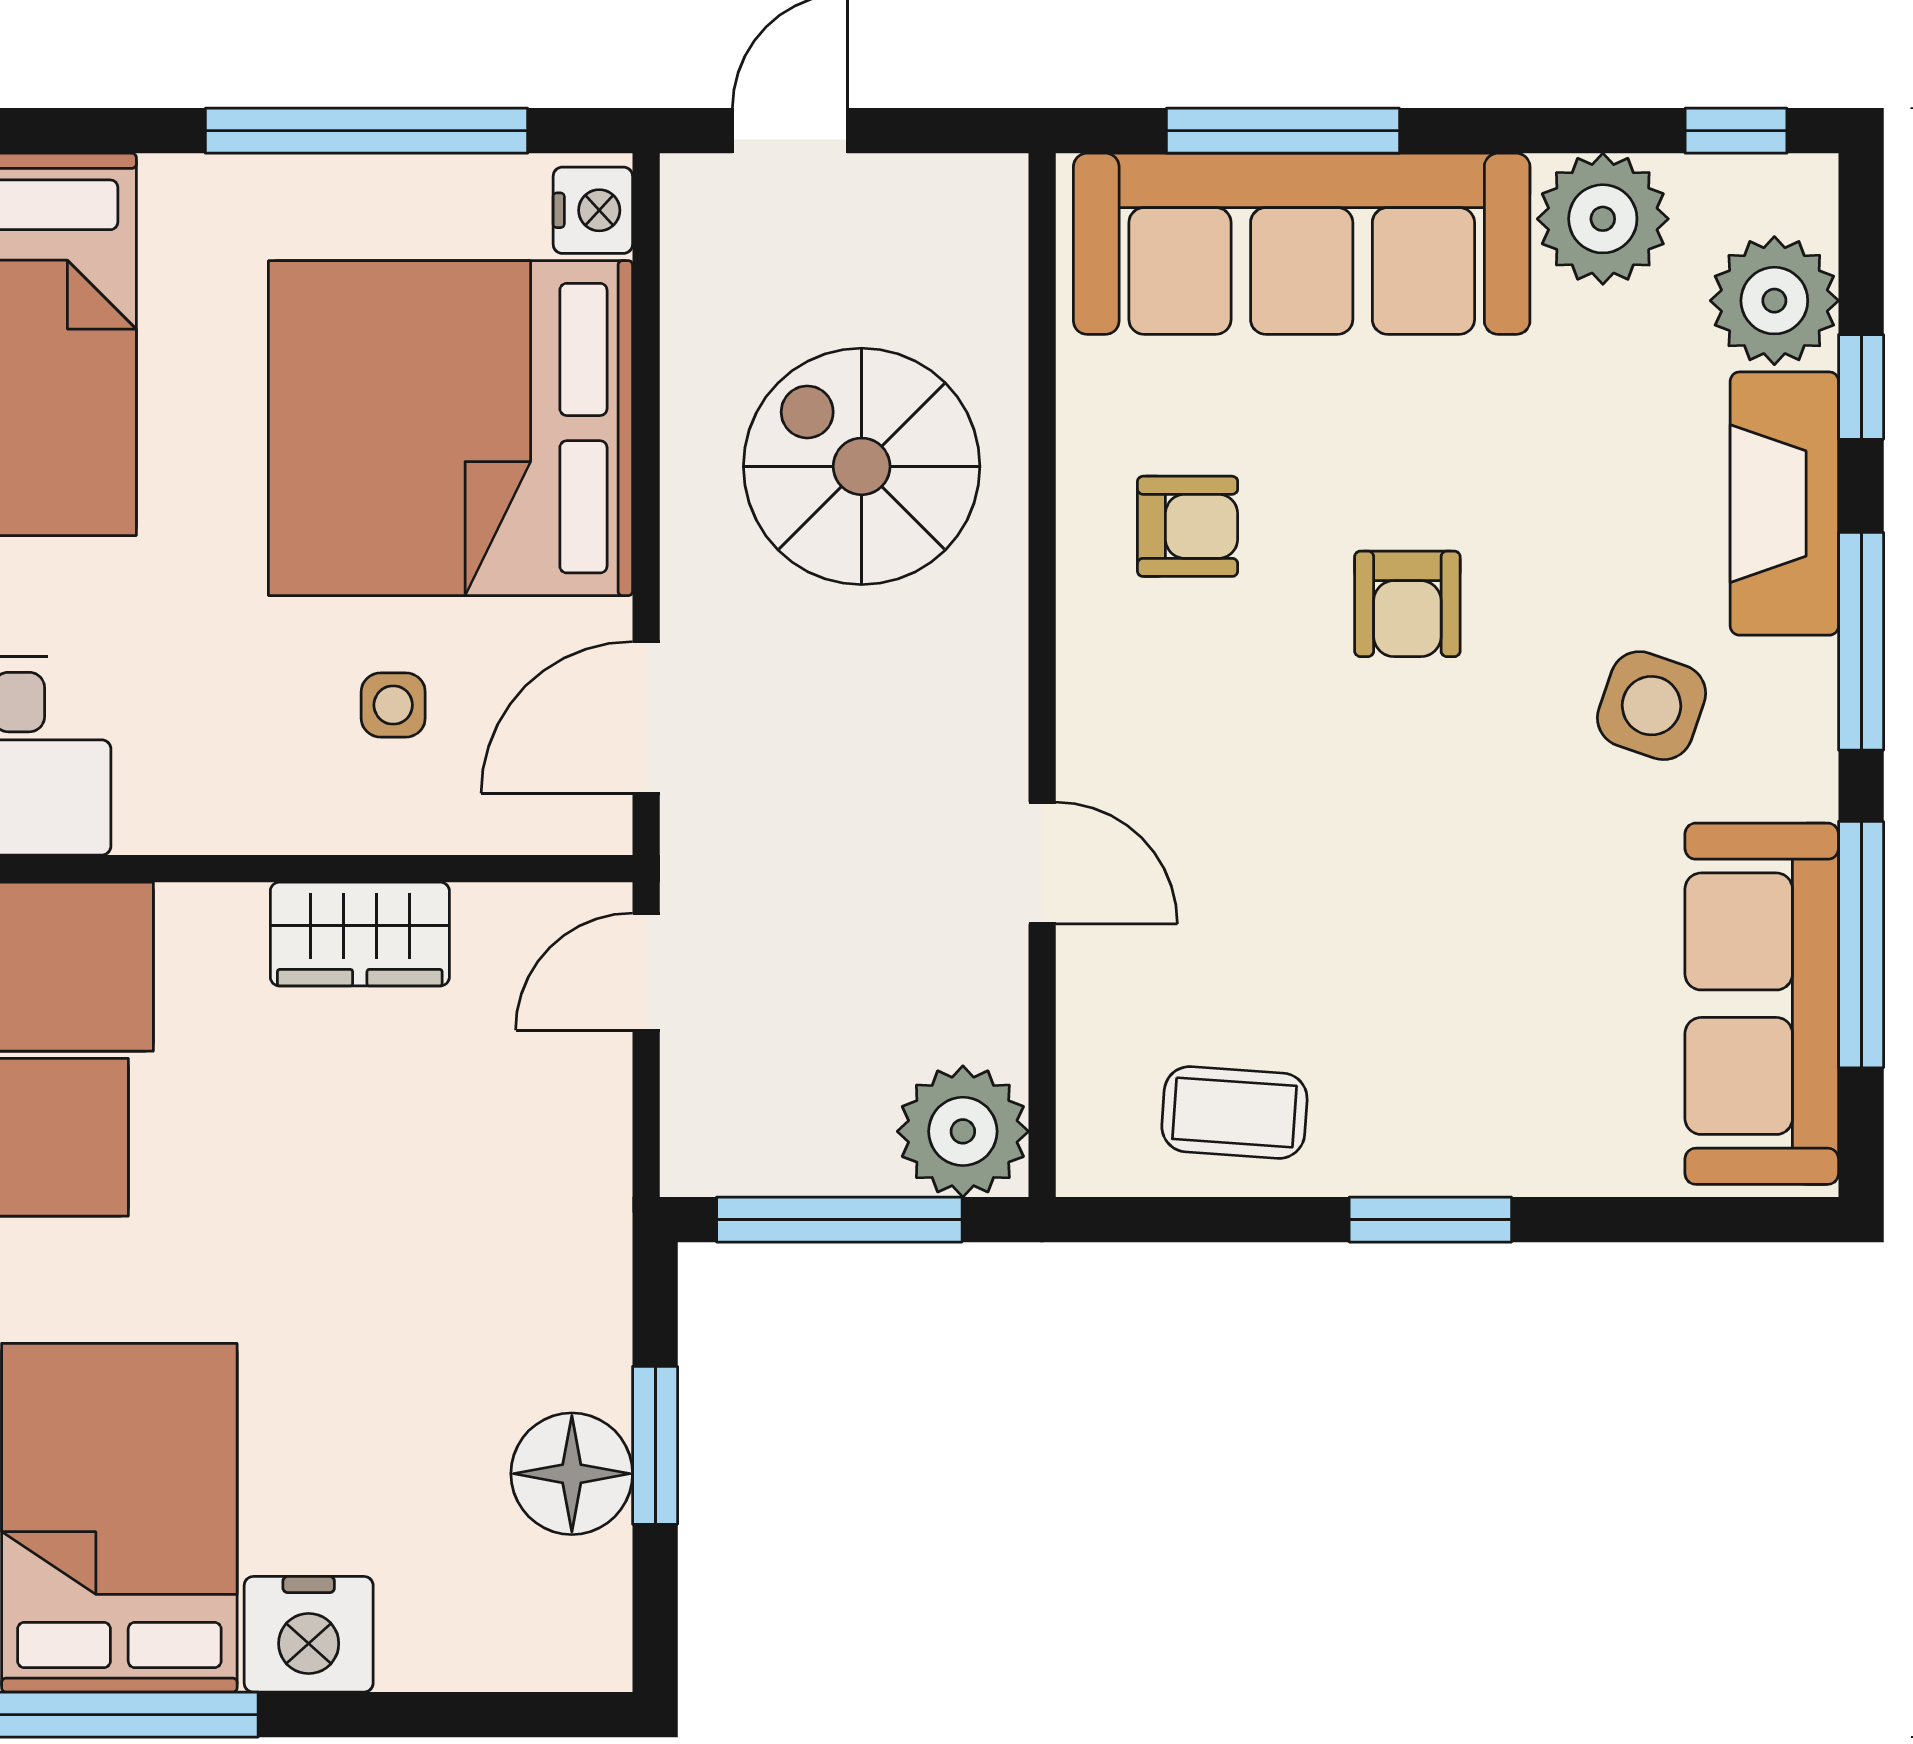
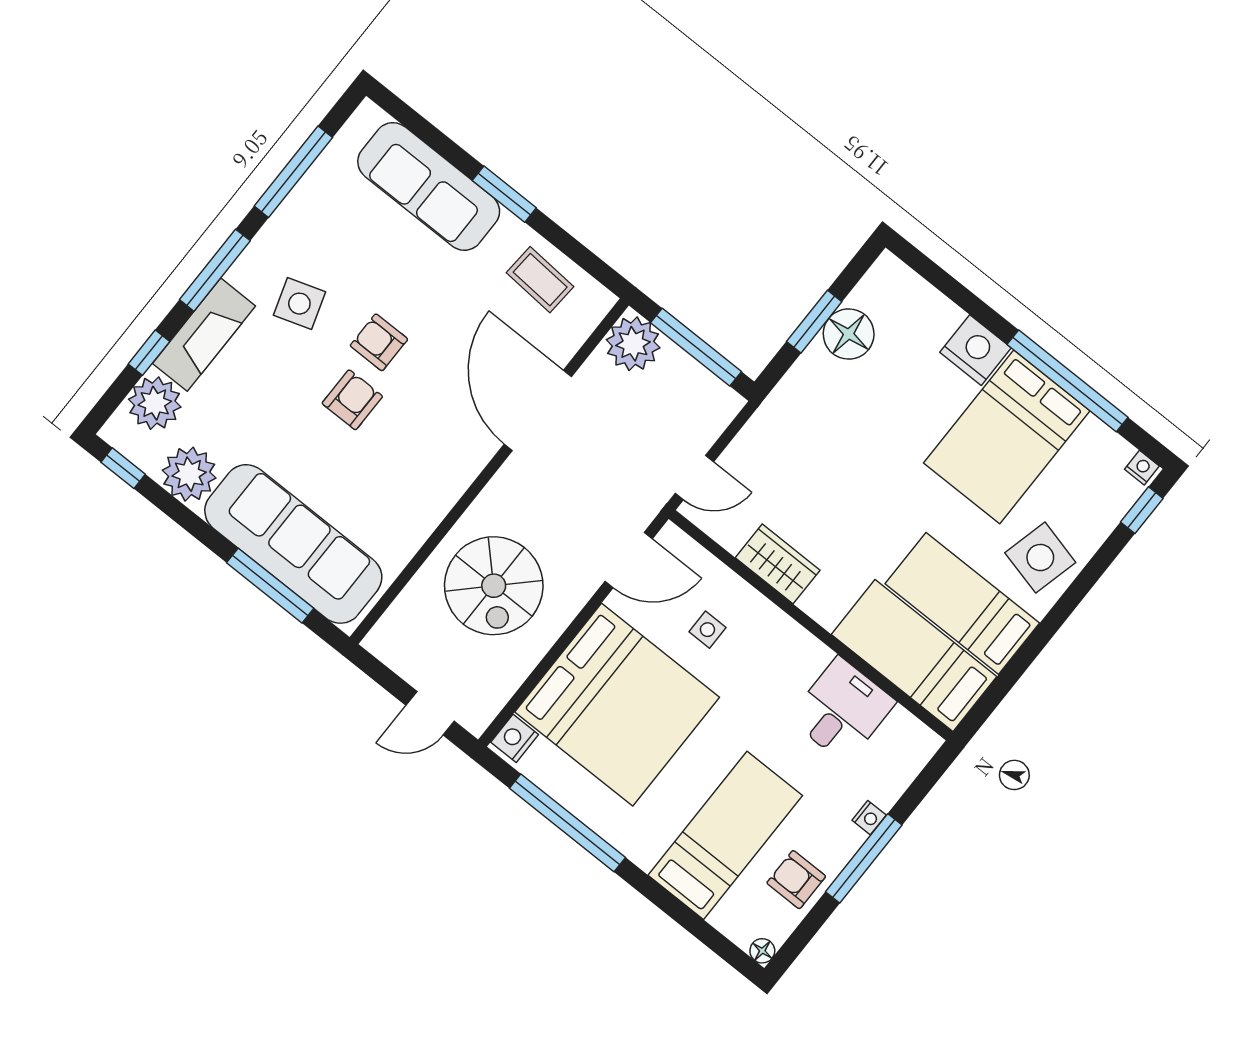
armchair: (1188, 526) -> (379, 342), moved
side table: (1652, 706) -> (299, 304), turned -37
door: (1042, 863) -> (538, 410), width x1.87
sofa: (1762, 1004) -> (429, 186), moved, turned 90

